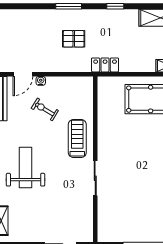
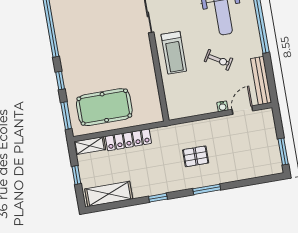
locker: (105, 65) -> (128, 140), moved, width x1.53
exercise bike: (45, 109) -> (218, 60), moved

